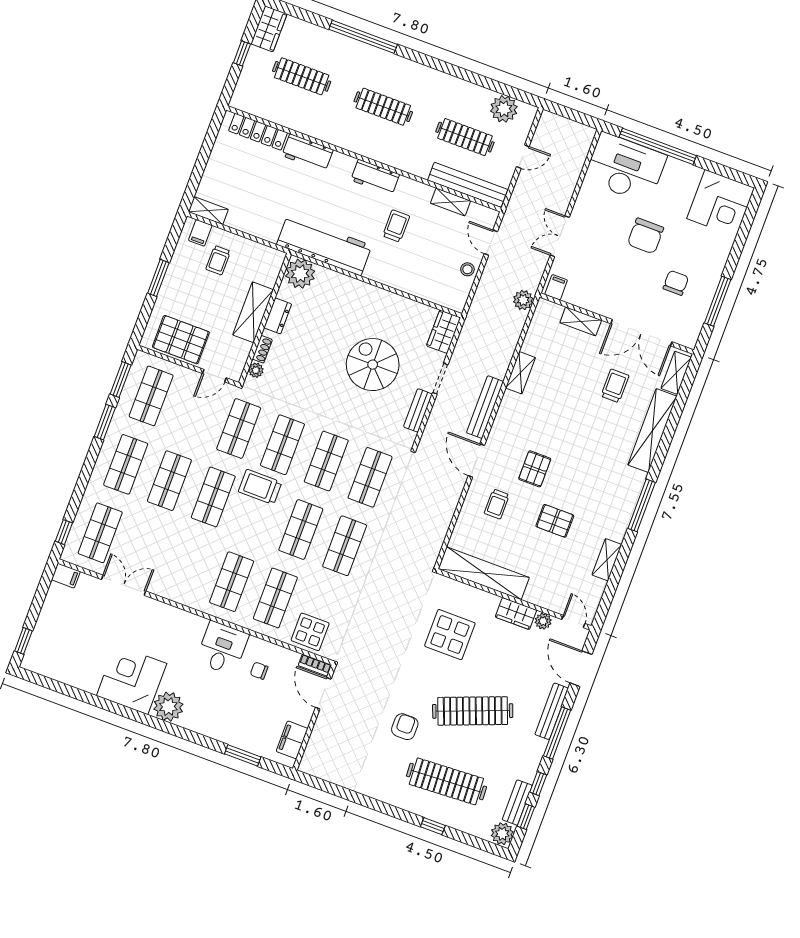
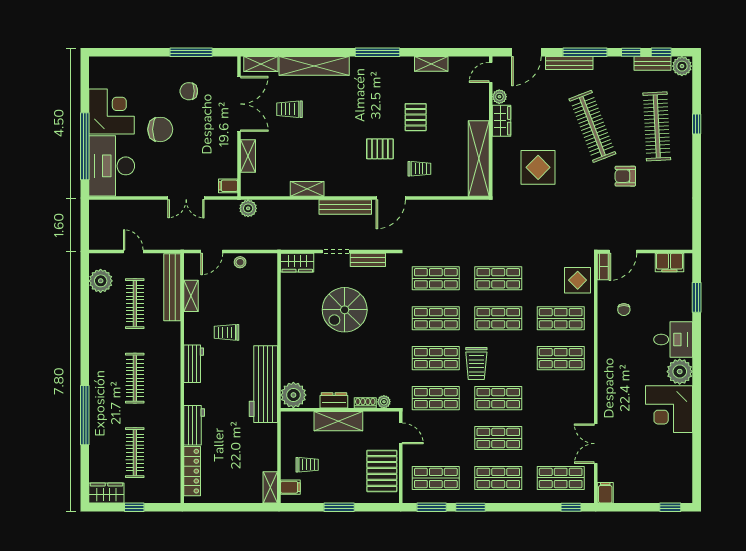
corner desk: (721, 203) -> (112, 112), moved
desk: (222, 648) -> (673, 340), moved, turned 180

